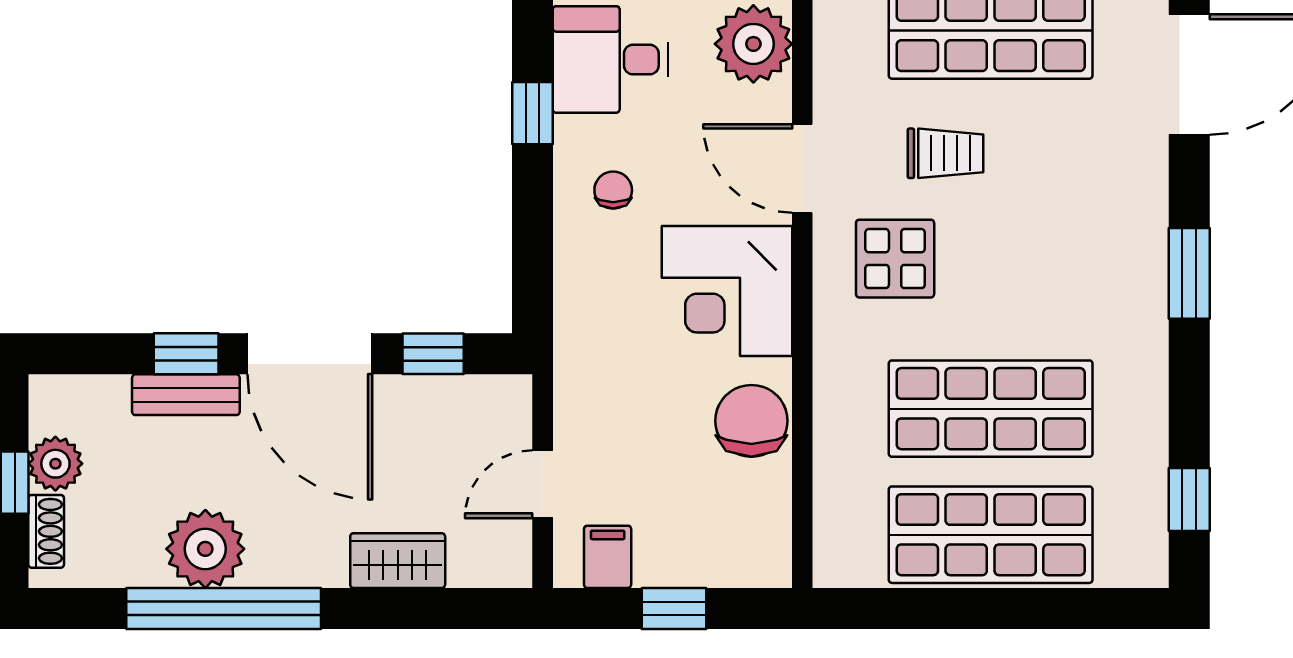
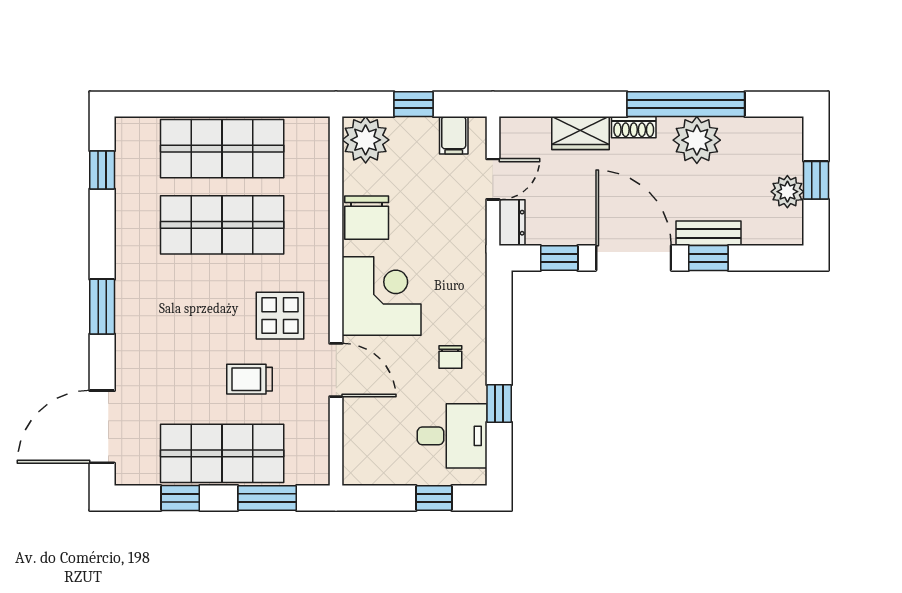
plant: (753, 44) -> (366, 140), moved
dresser: (511, 412) -> (512, 223), added
shoe rack: (46, 531) -> (634, 127), moved, turned -90

